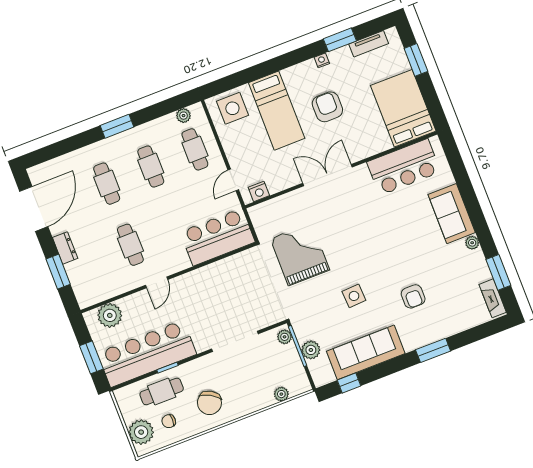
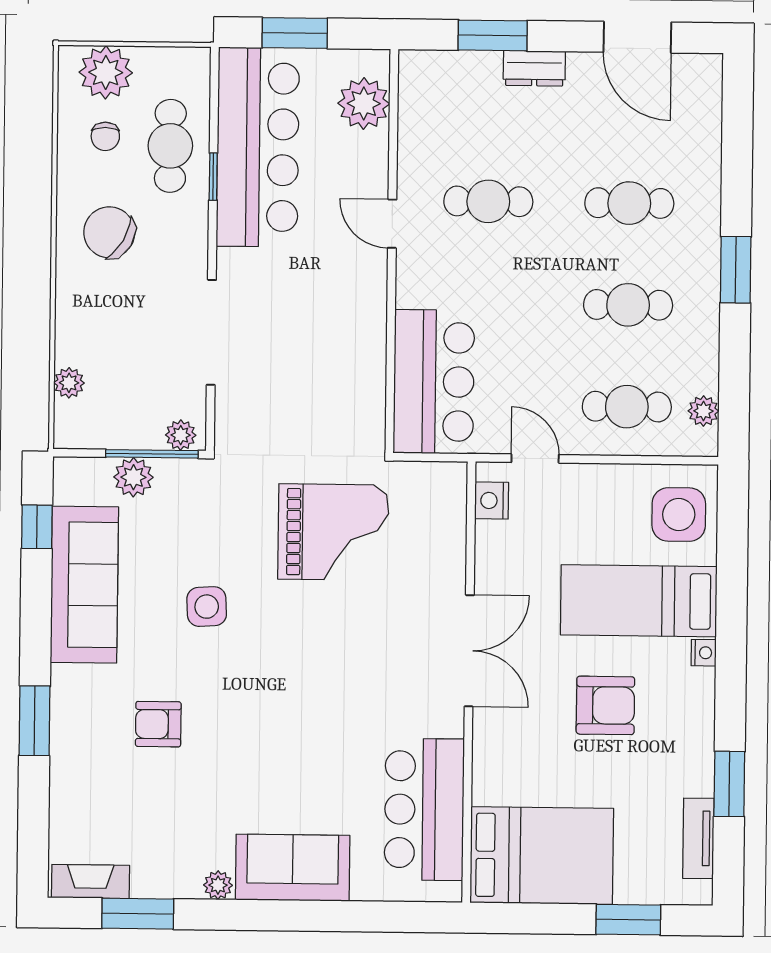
nightstand: (322, 60) -> (704, 653), moved
door: (34, 209) -> (637, 37), width x0.73
chair: (169, 421) -> (105, 136), turned 180

